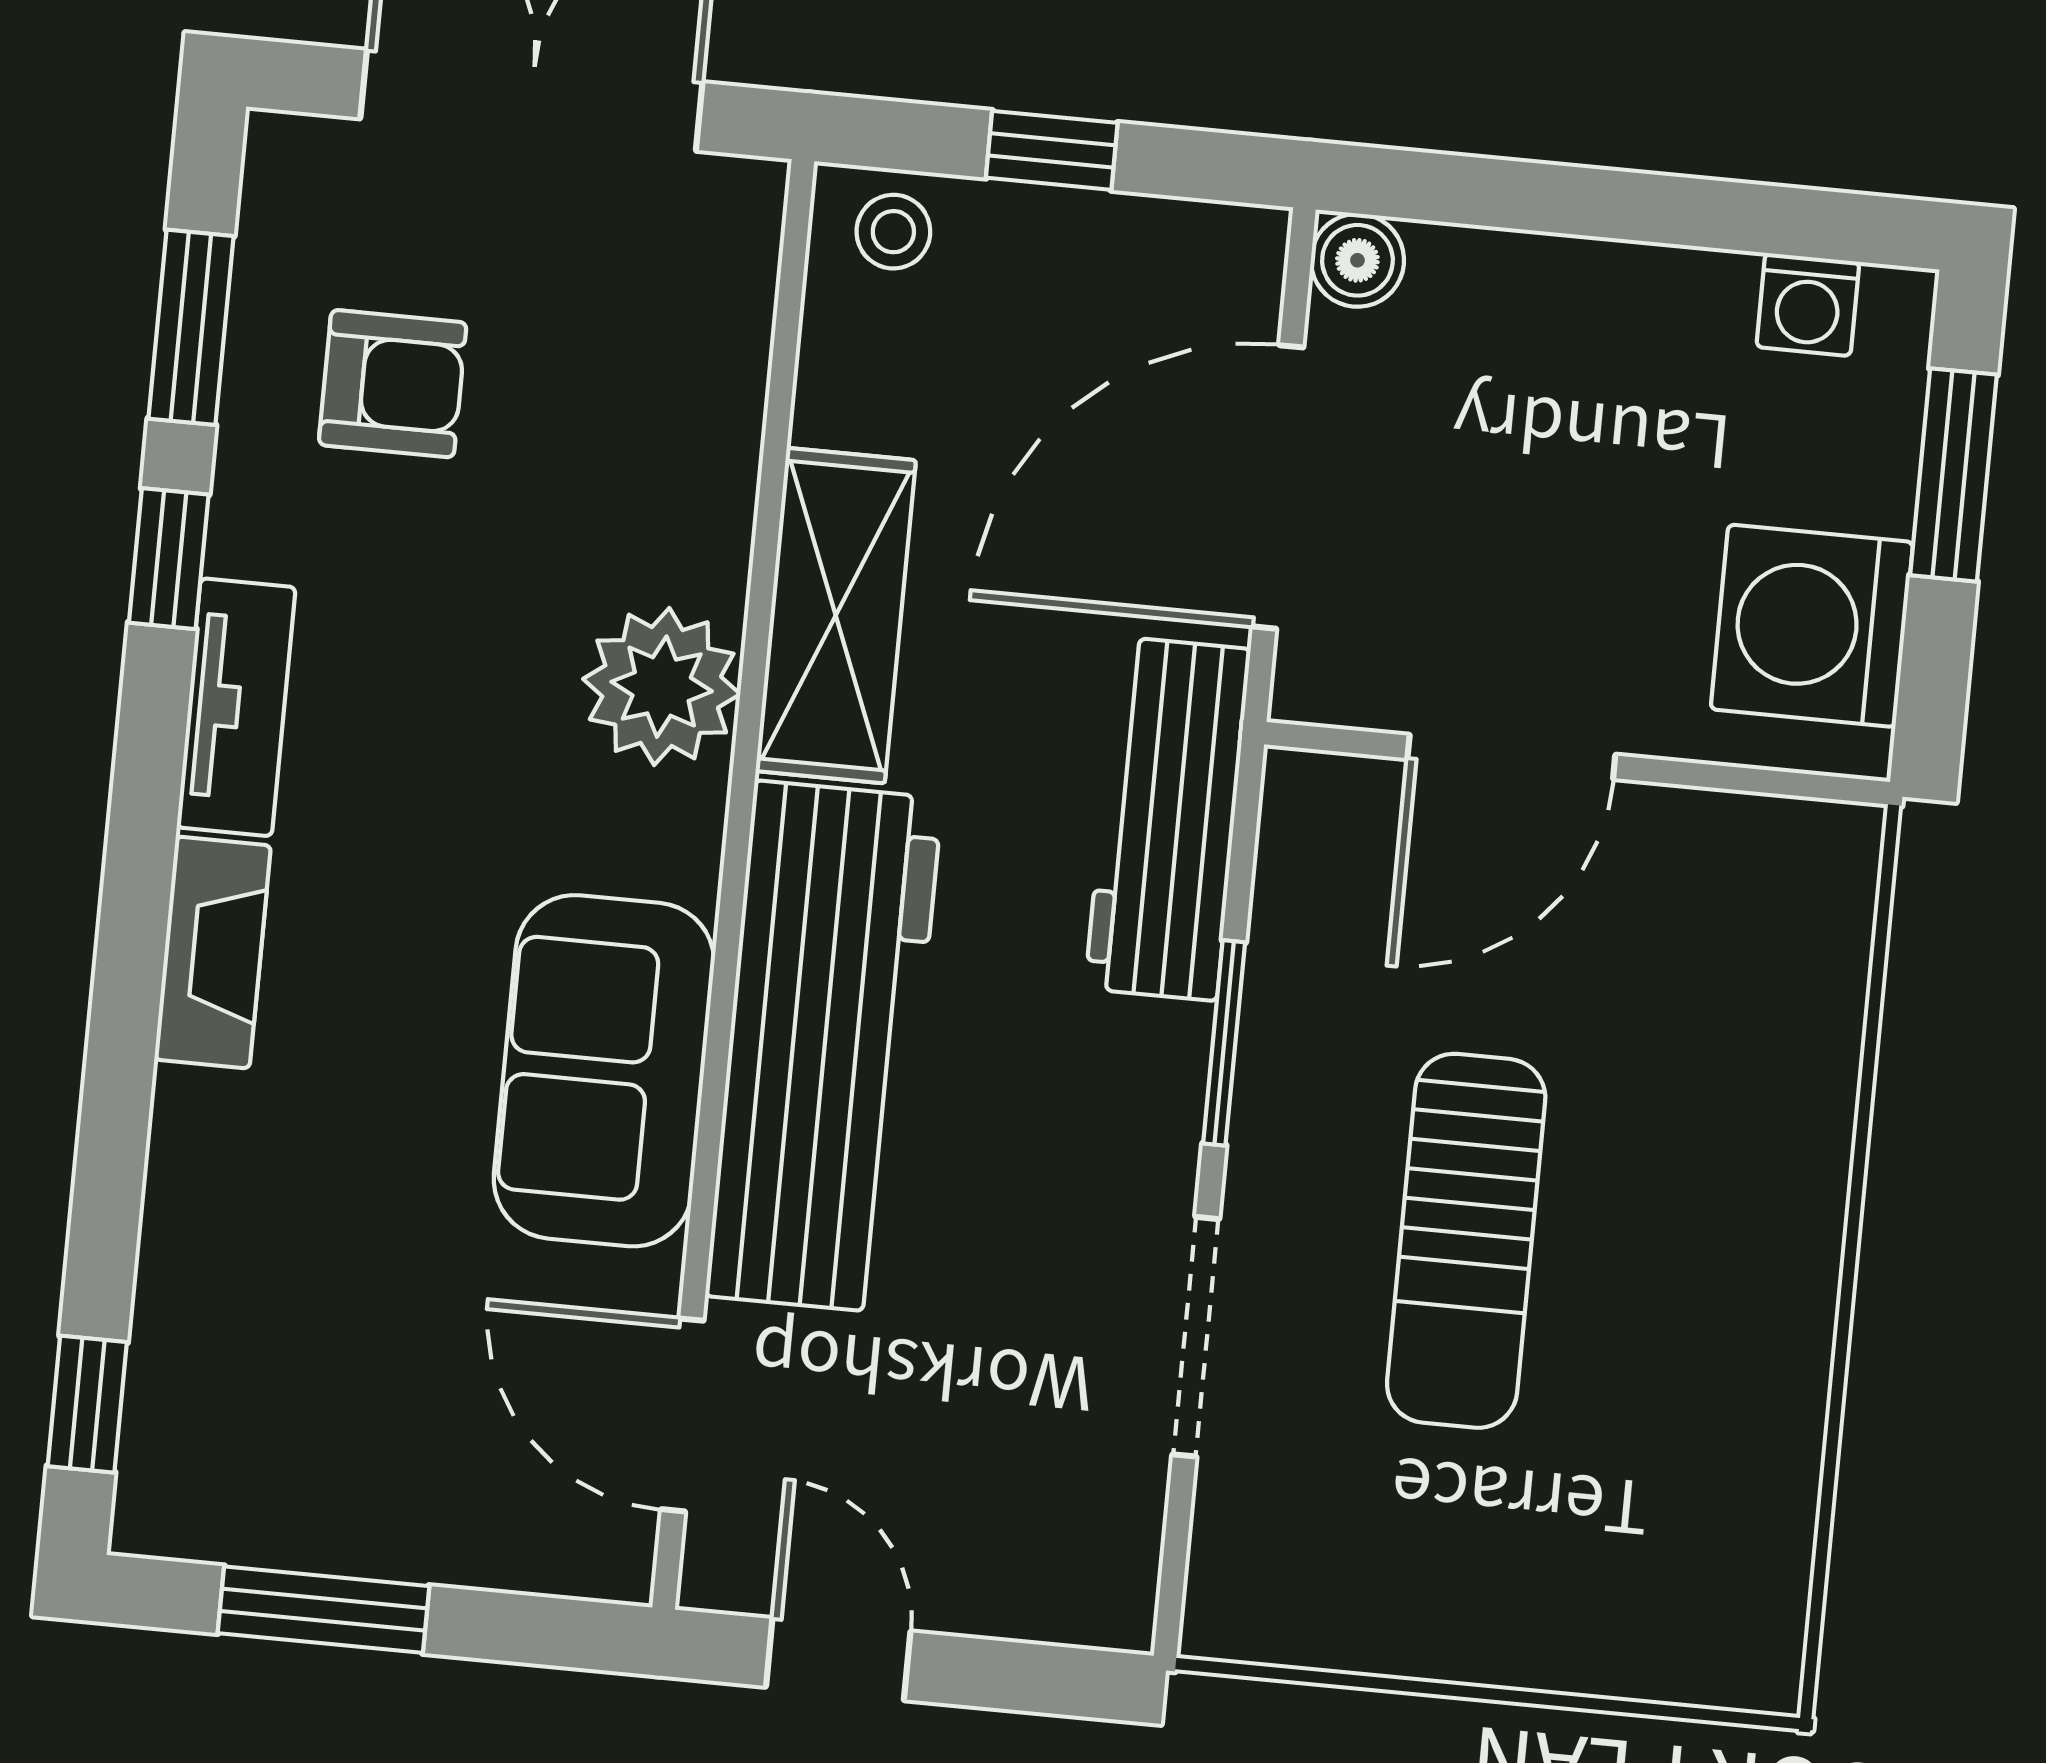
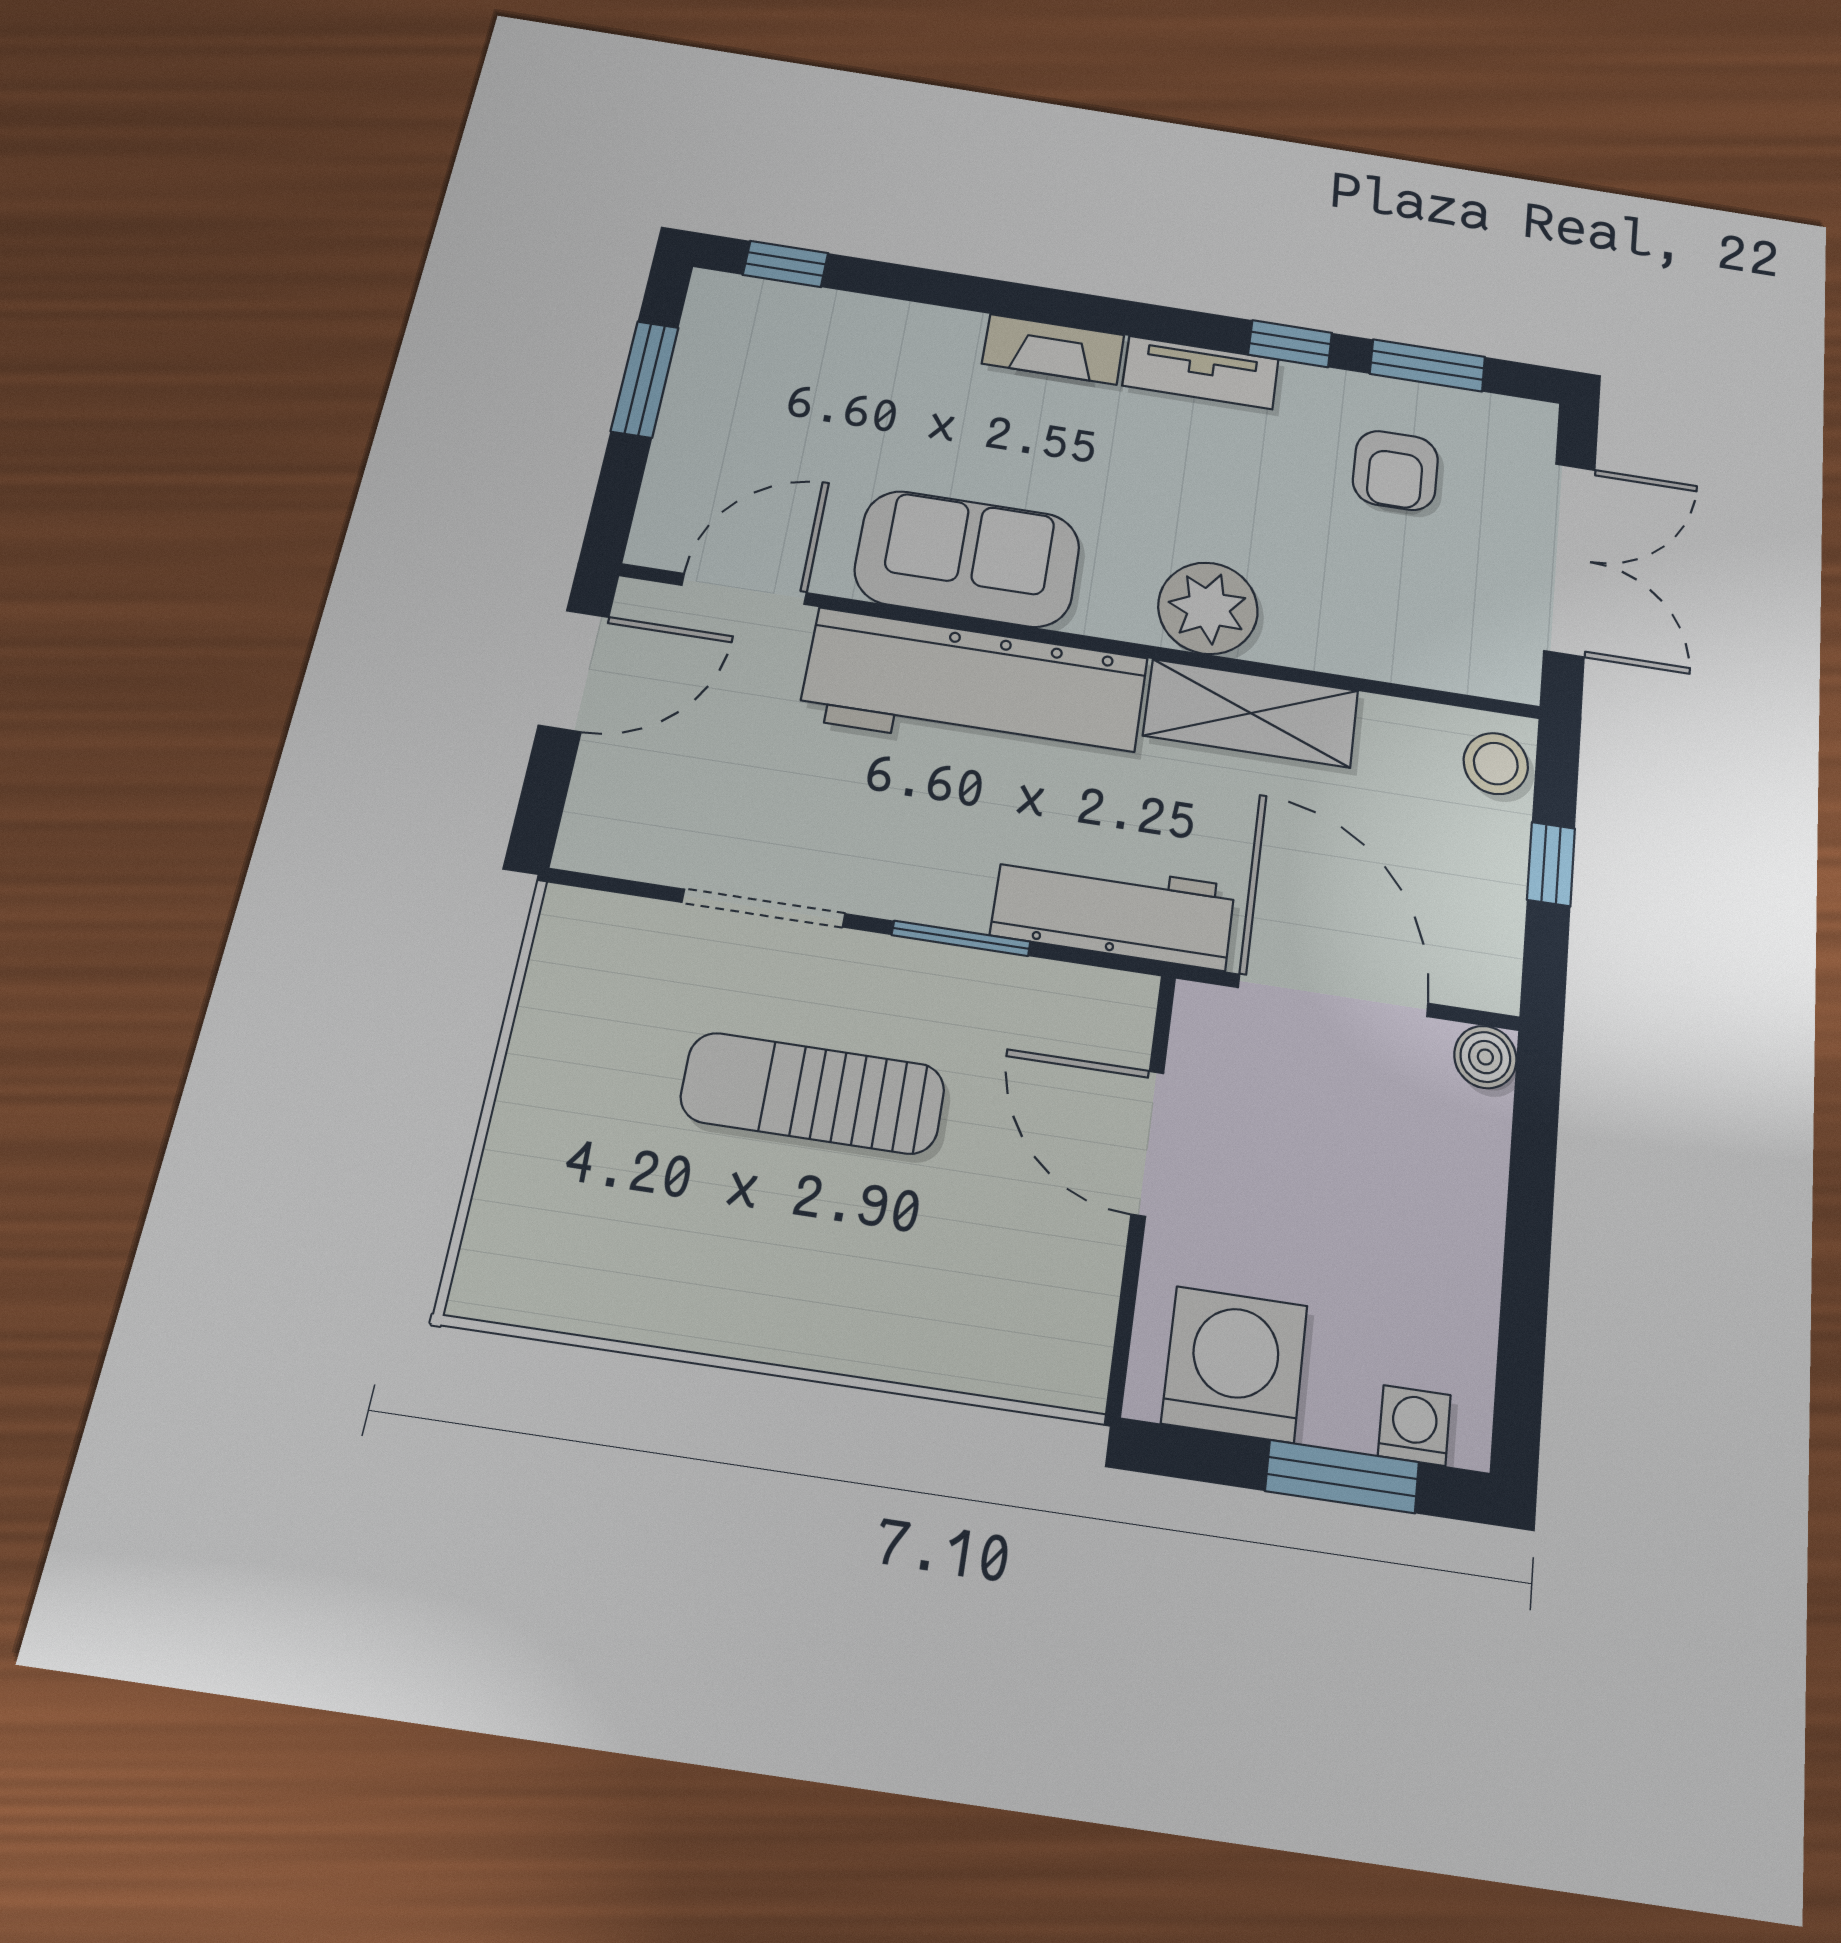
stool: (893, 232) -> (1496, 764), width x1.37, depth x1.37
washing machine: (1808, 304) -> (1414, 1425), moved, turned 90
door: (838, 1659) -> (574, 671), width x1.38

